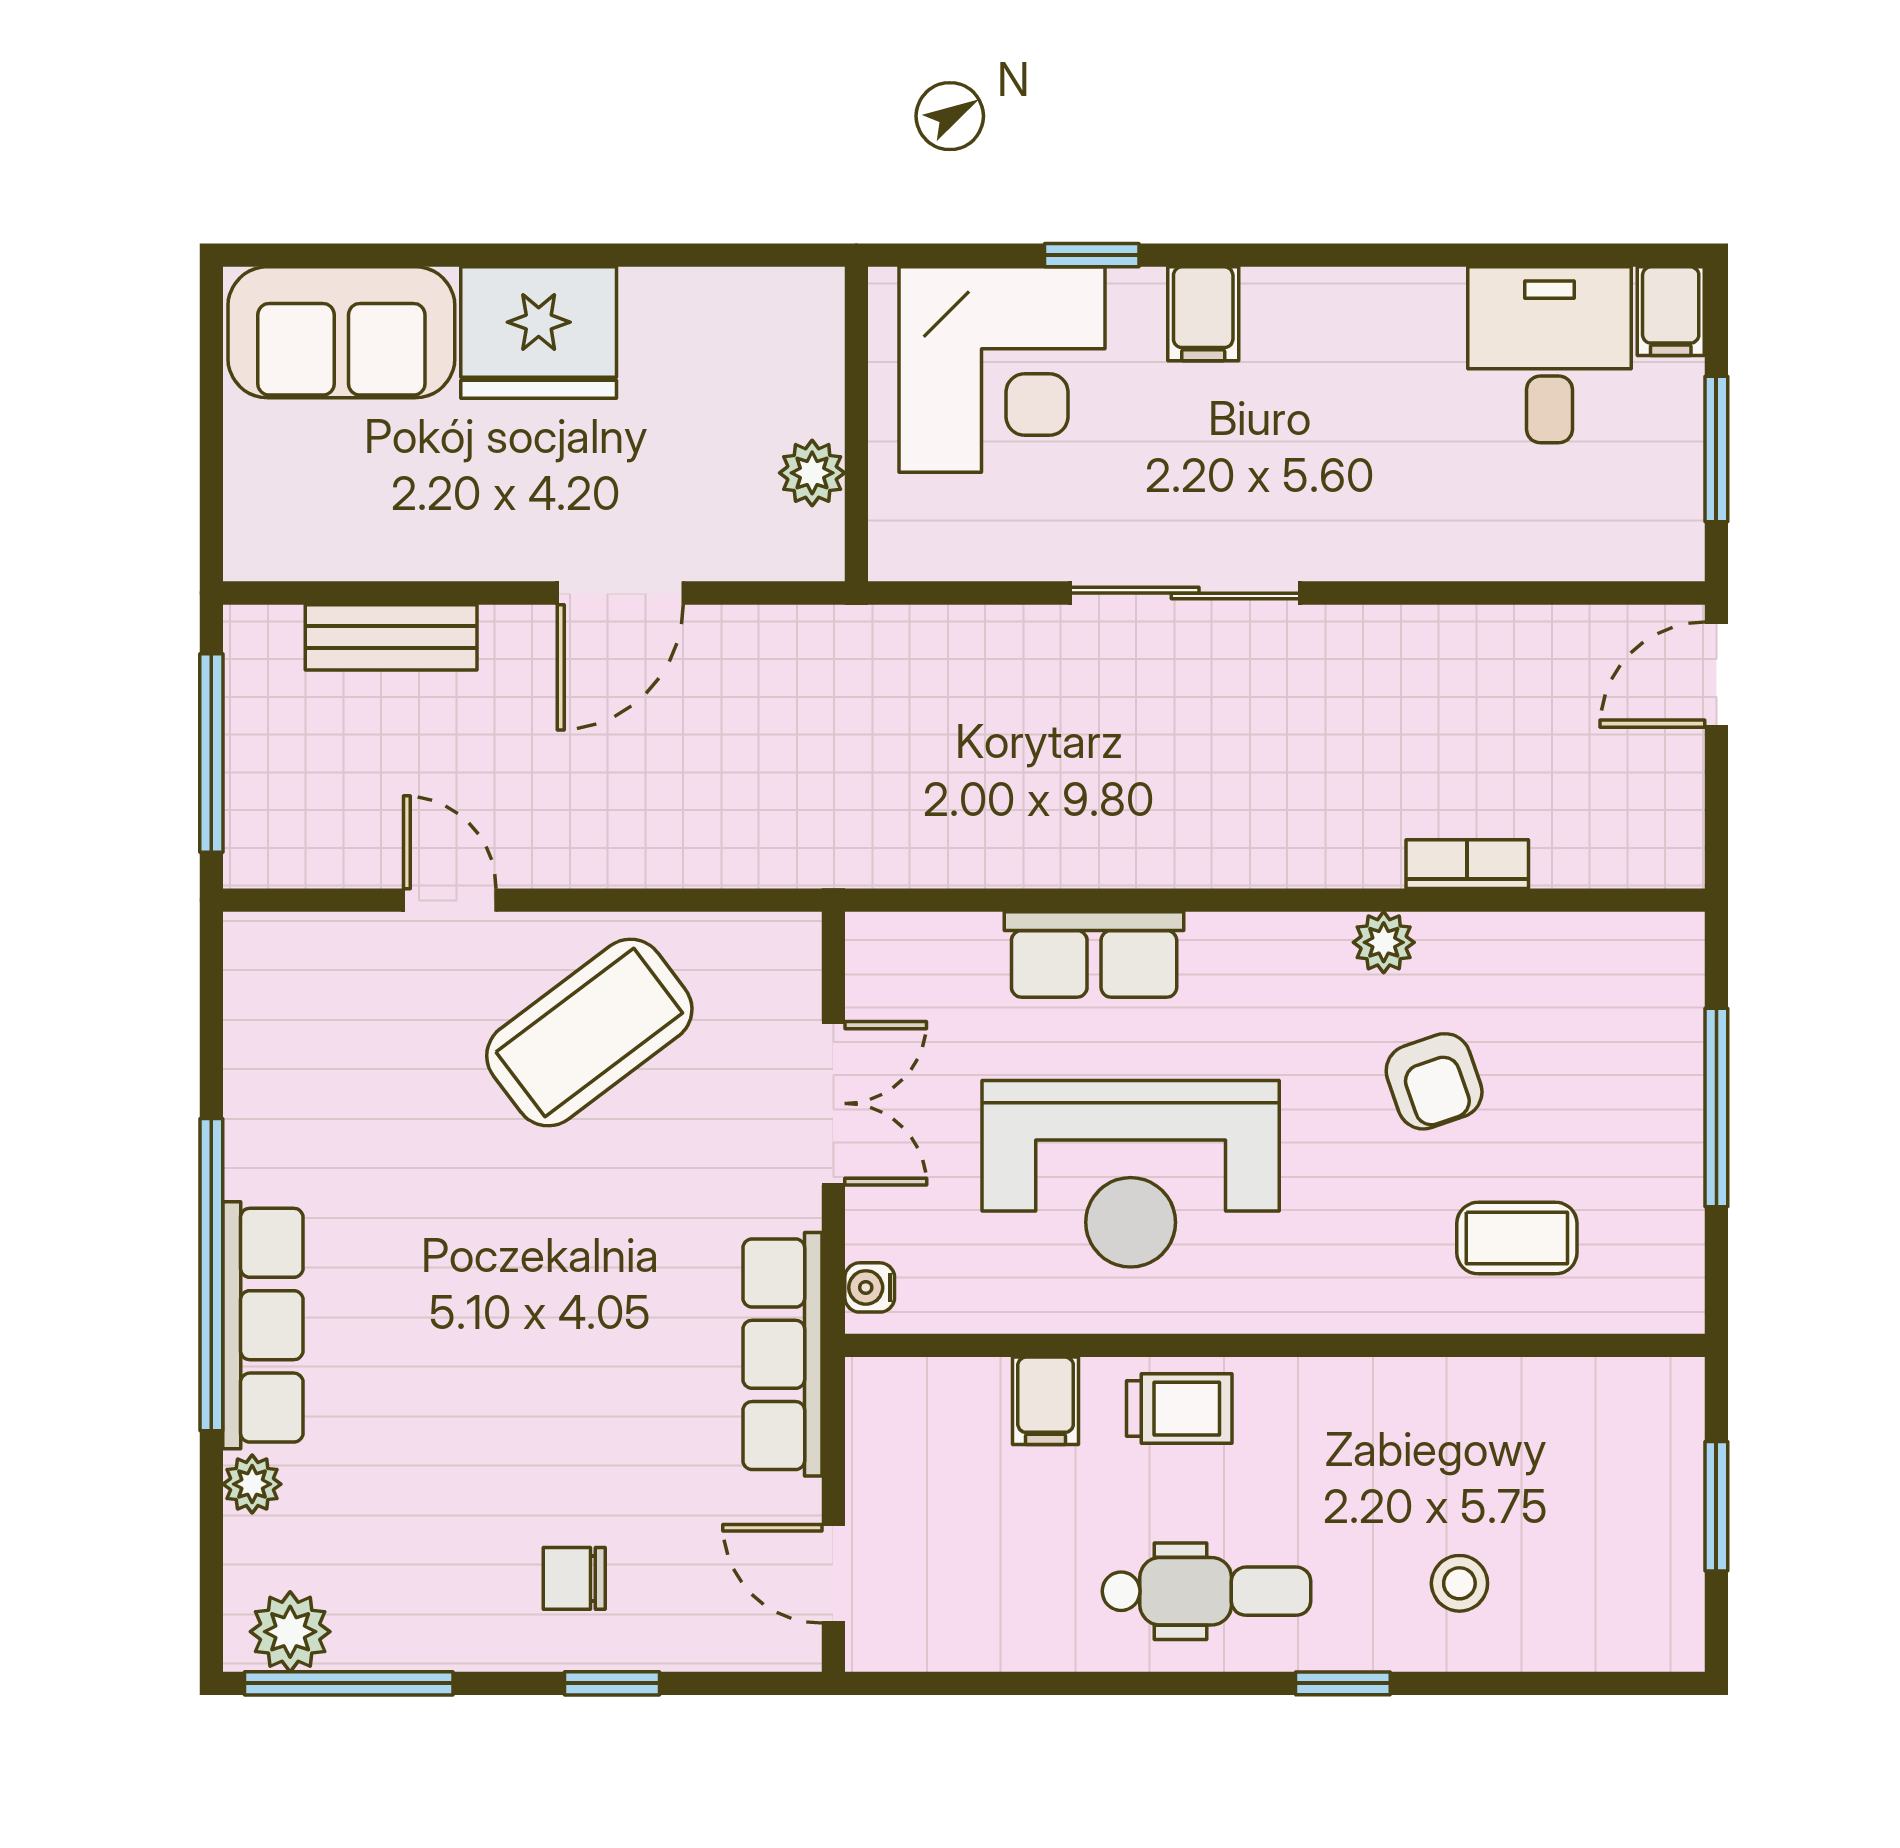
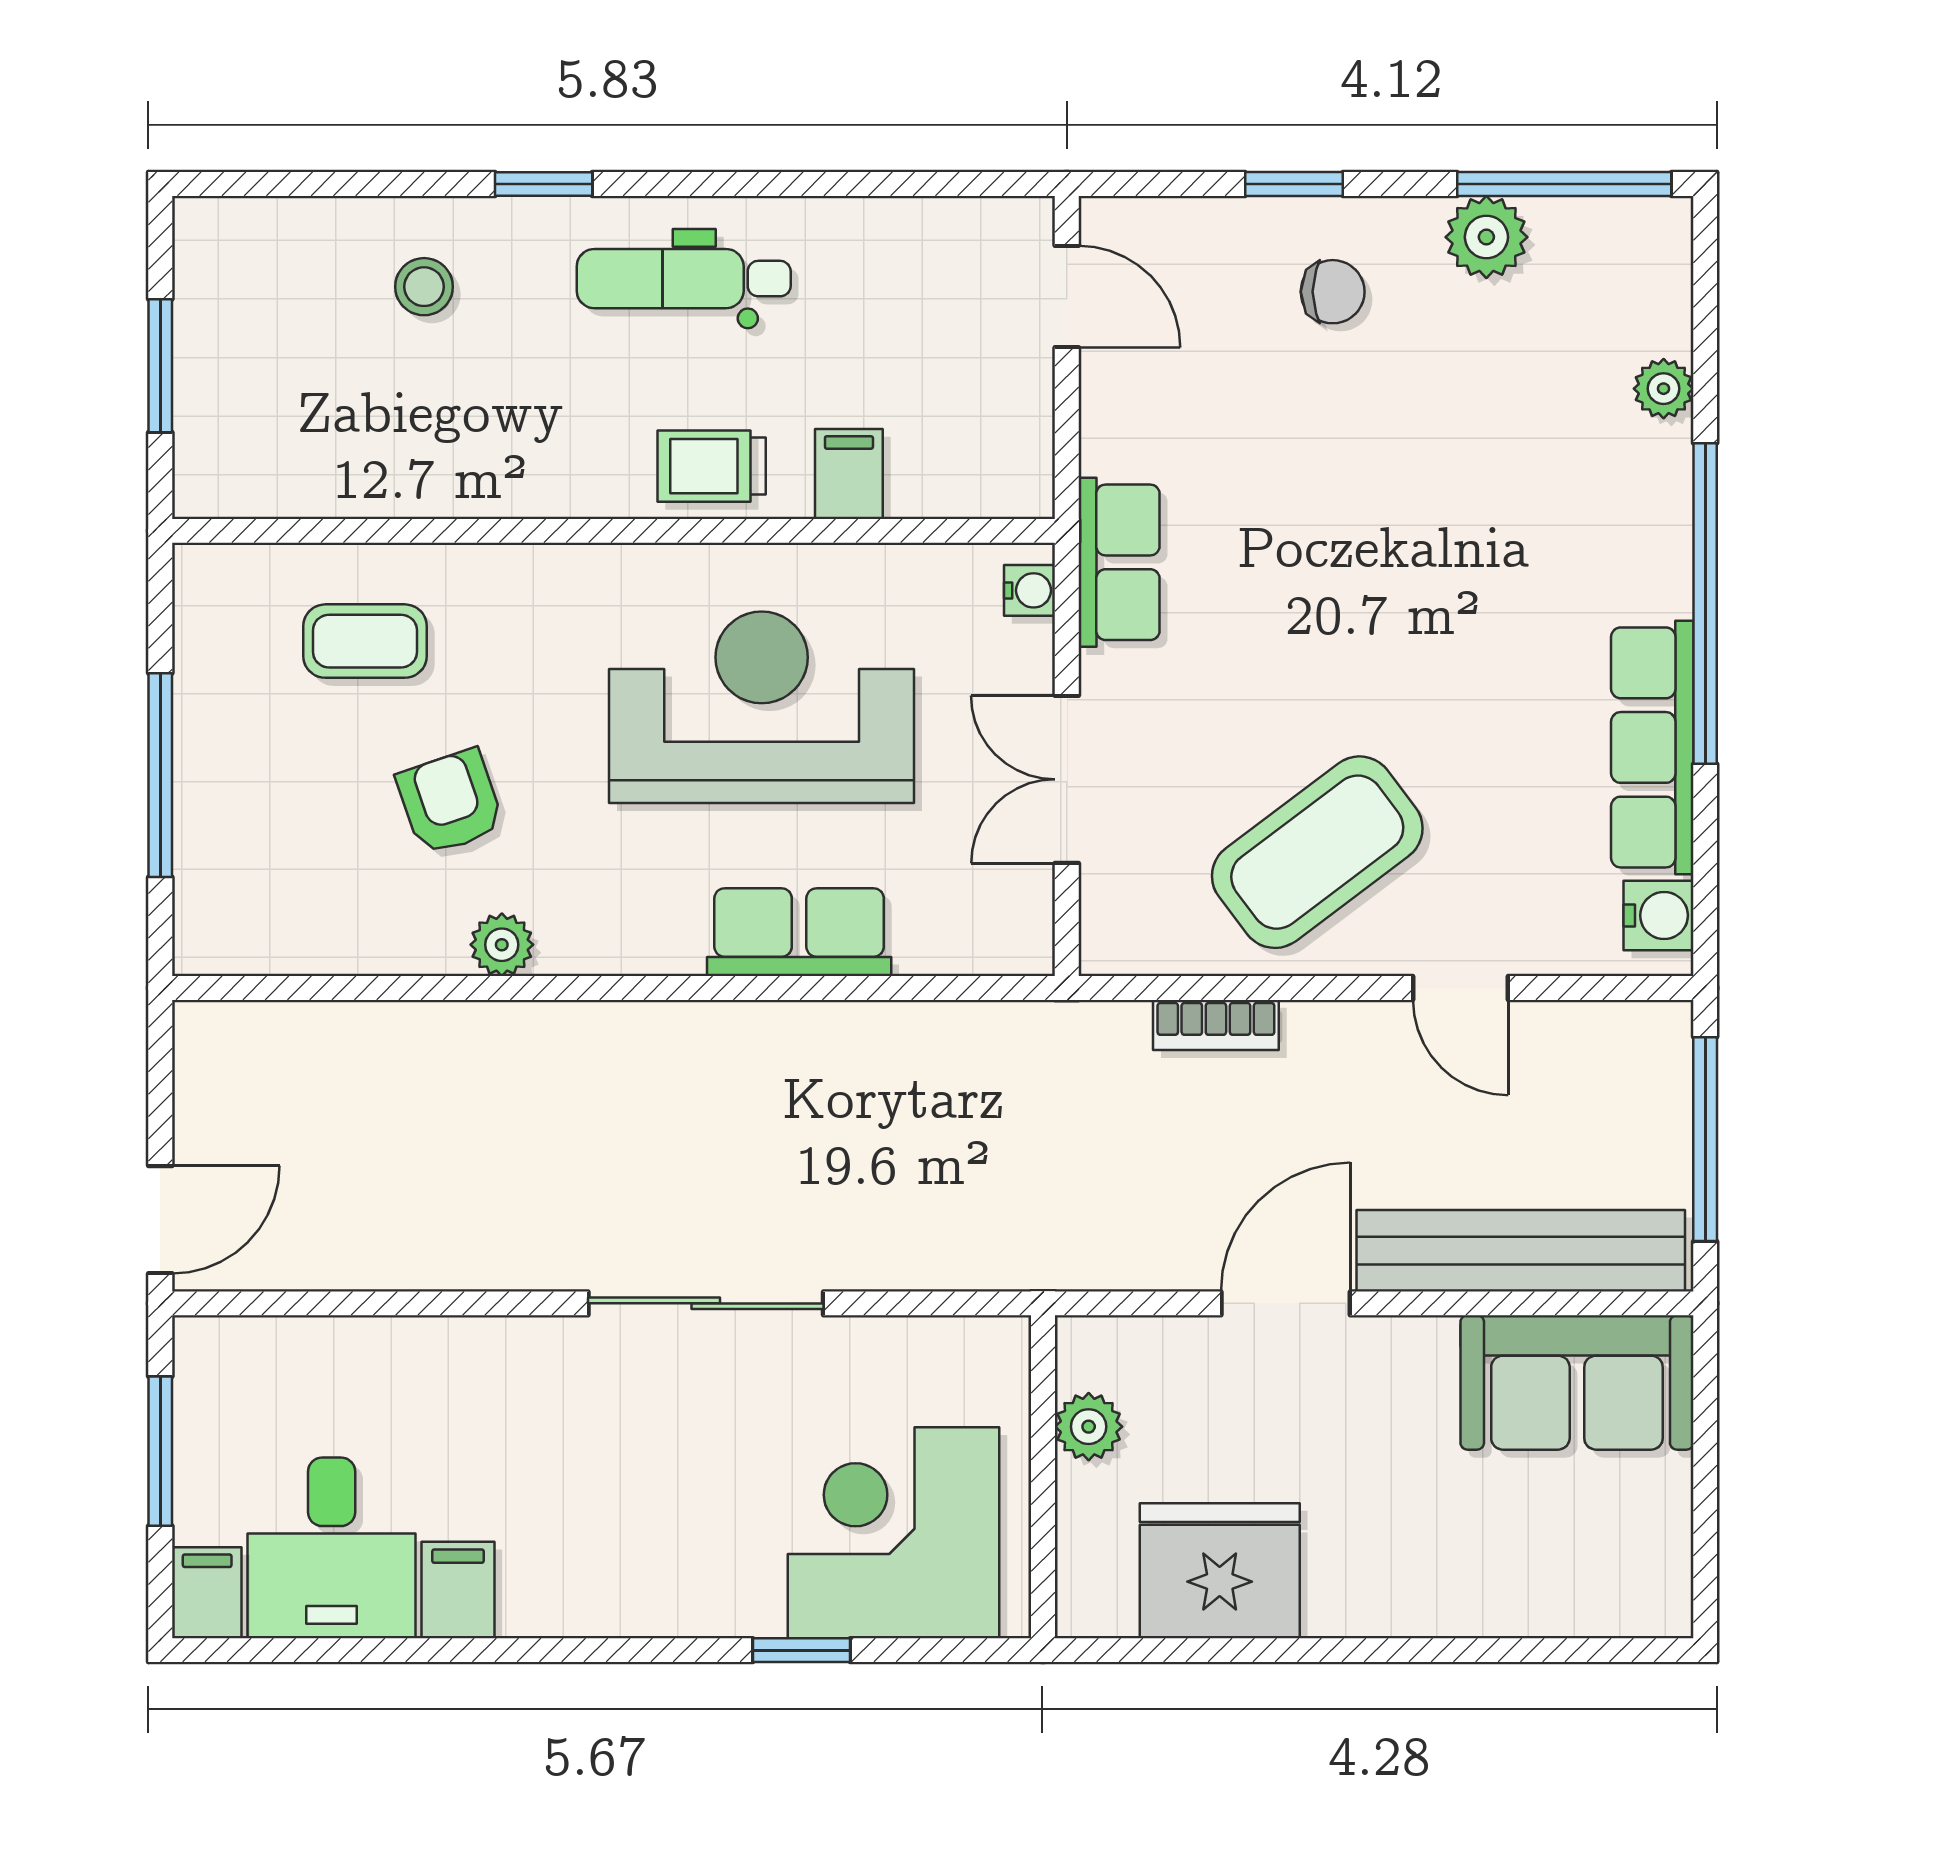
filing cabinet: (1203, 314) -> (458, 1590), moved
sofa: (341, 332) -> (1577, 1382), moved, turned 180
fridge: (539, 333) -> (1220, 1571), moved
bench: (391, 637) -> (1521, 1251), width x1.86, depth x1.21
bookcase: (1467, 864) -> (1216, 1025), moved
water cooler: (257, 971) -> (1658, 915), added
row of seats: (263, 1325) -> (1652, 747), moved
row of seats: (782, 1354) -> (1119, 562), width x0.68
plant: (290, 1632) -> (1486, 237), moved

